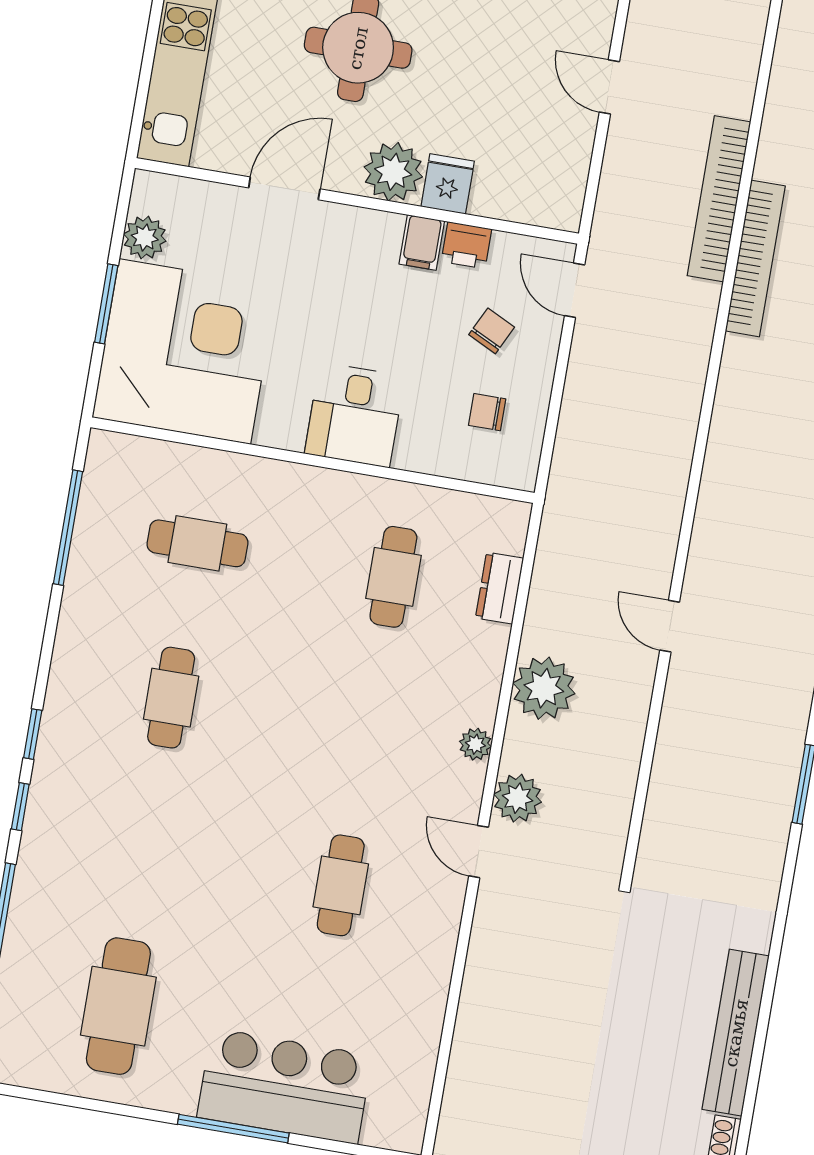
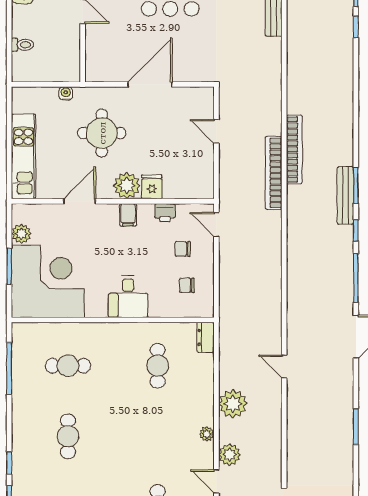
filing cabinet: (422, 242) -> (128, 215), moved
bookcase: (755, 258) -> (294, 149), moved
chair: (492, 331) -> (183, 249), turned -115
dresser: (499, 588) -> (206, 337), moved

